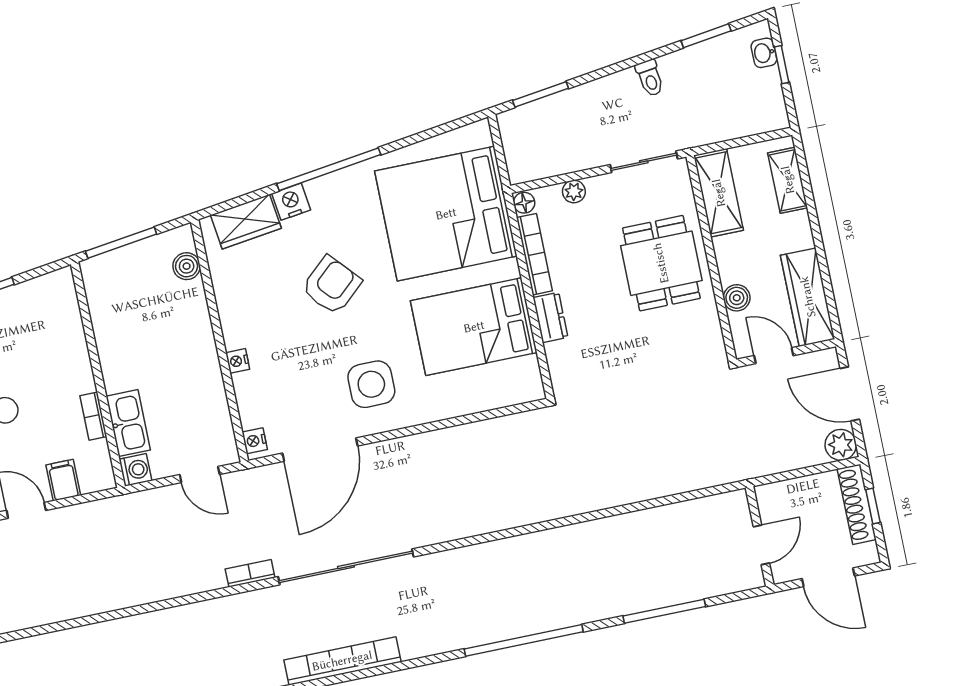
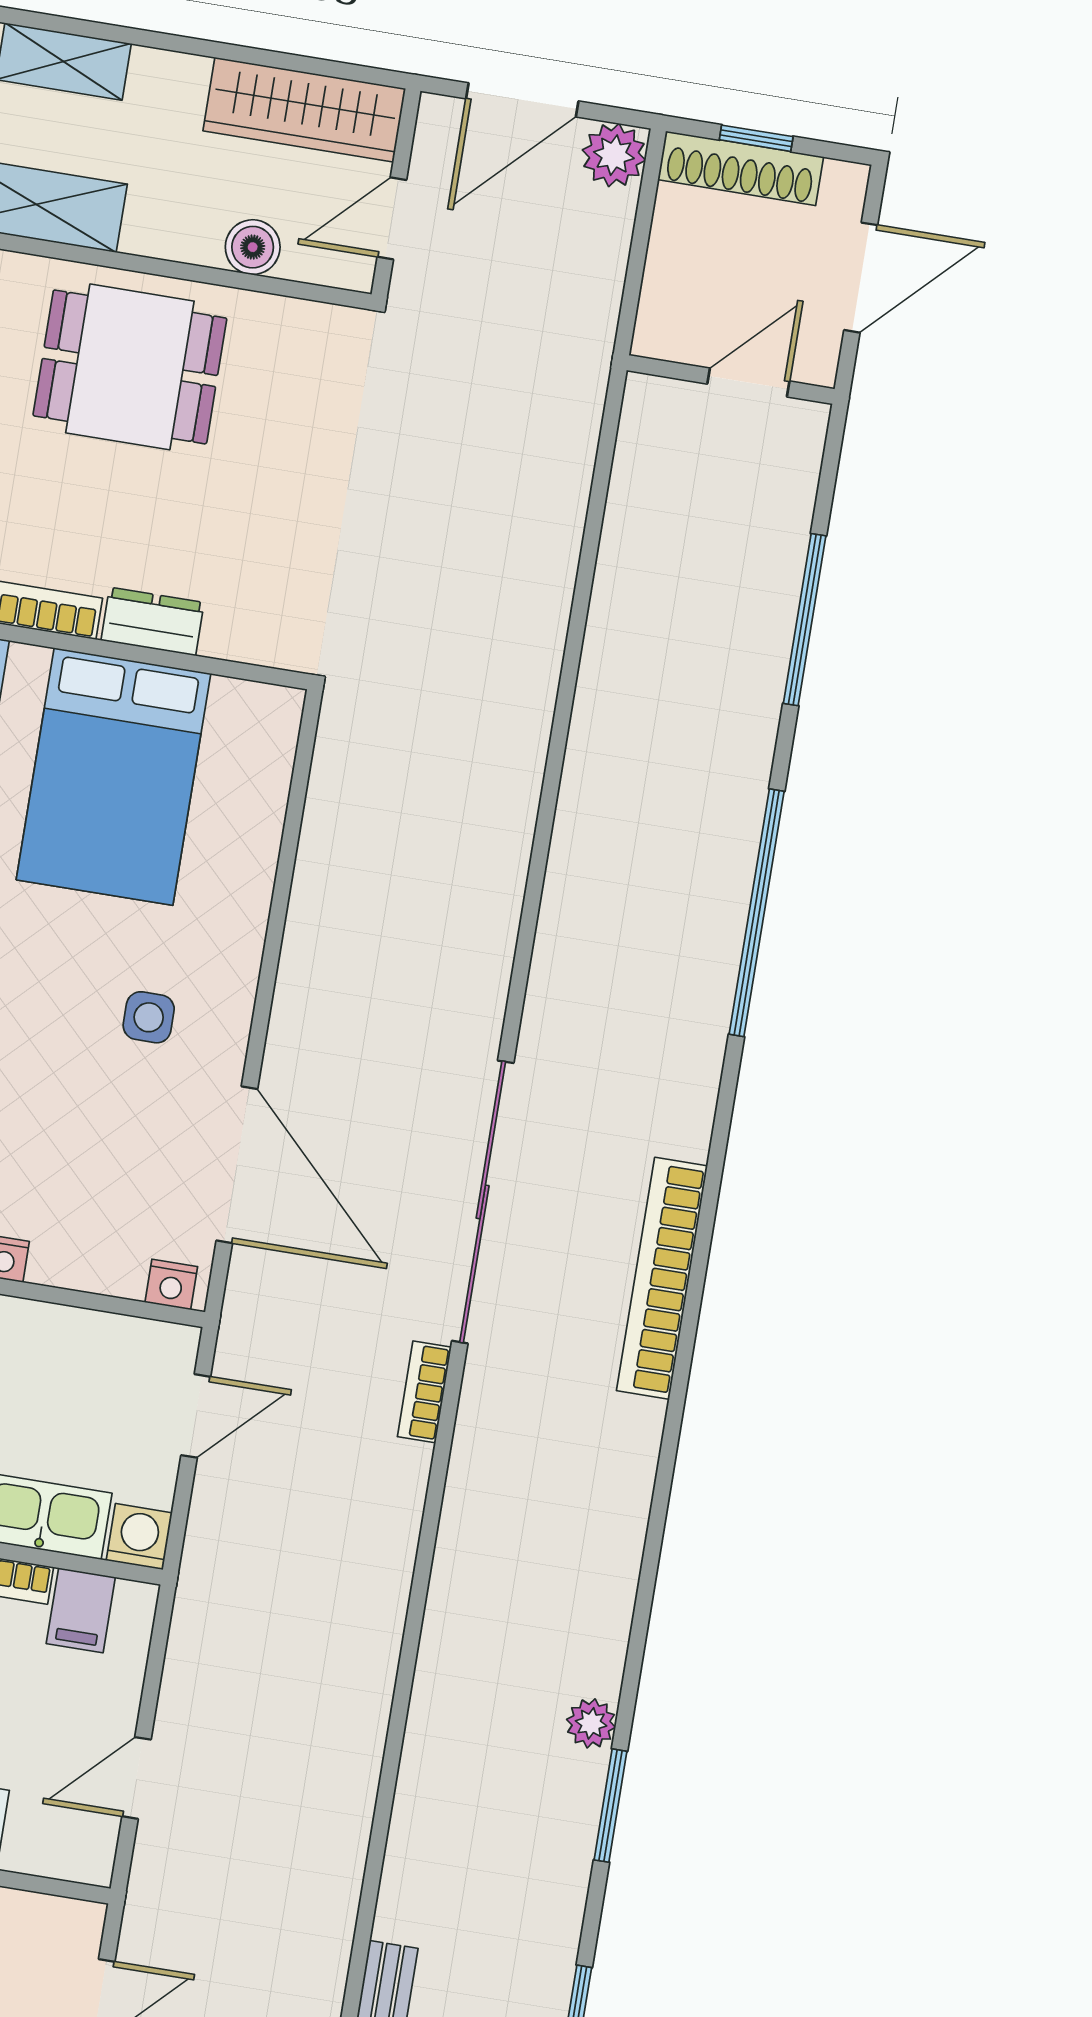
side table: (371, 384) -> (149, 1017), width x0.54, depth x0.54
filing cabinet: (63, 480) -> (81, 1610), moved, turned -90
door: (761, 545) -> (748, 382), hinge flipped

